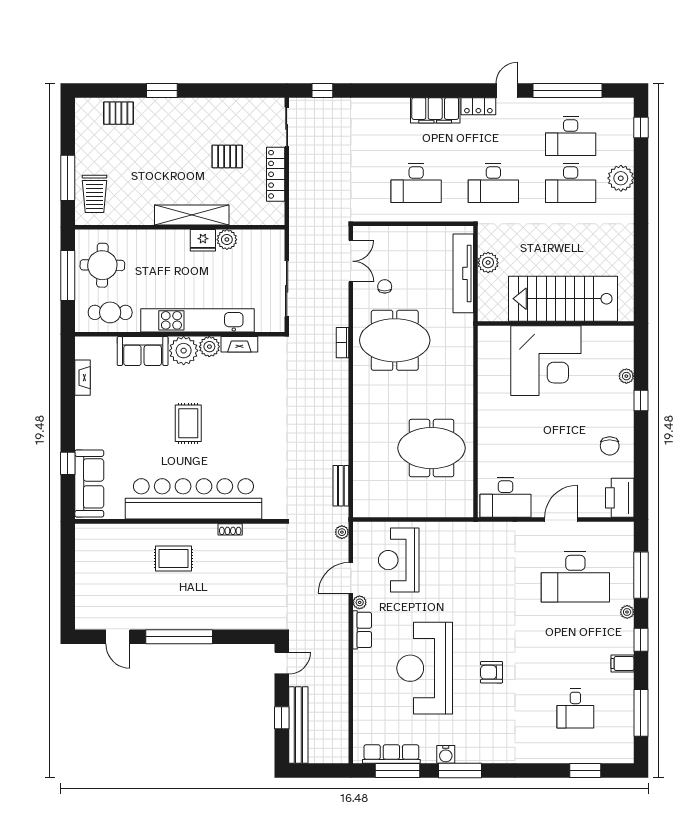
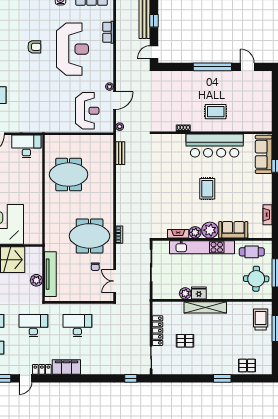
bar counter: (193, 499) -> (215, 146), width x0.73
row of seats: (362, 630) -> (108, 32), moved

